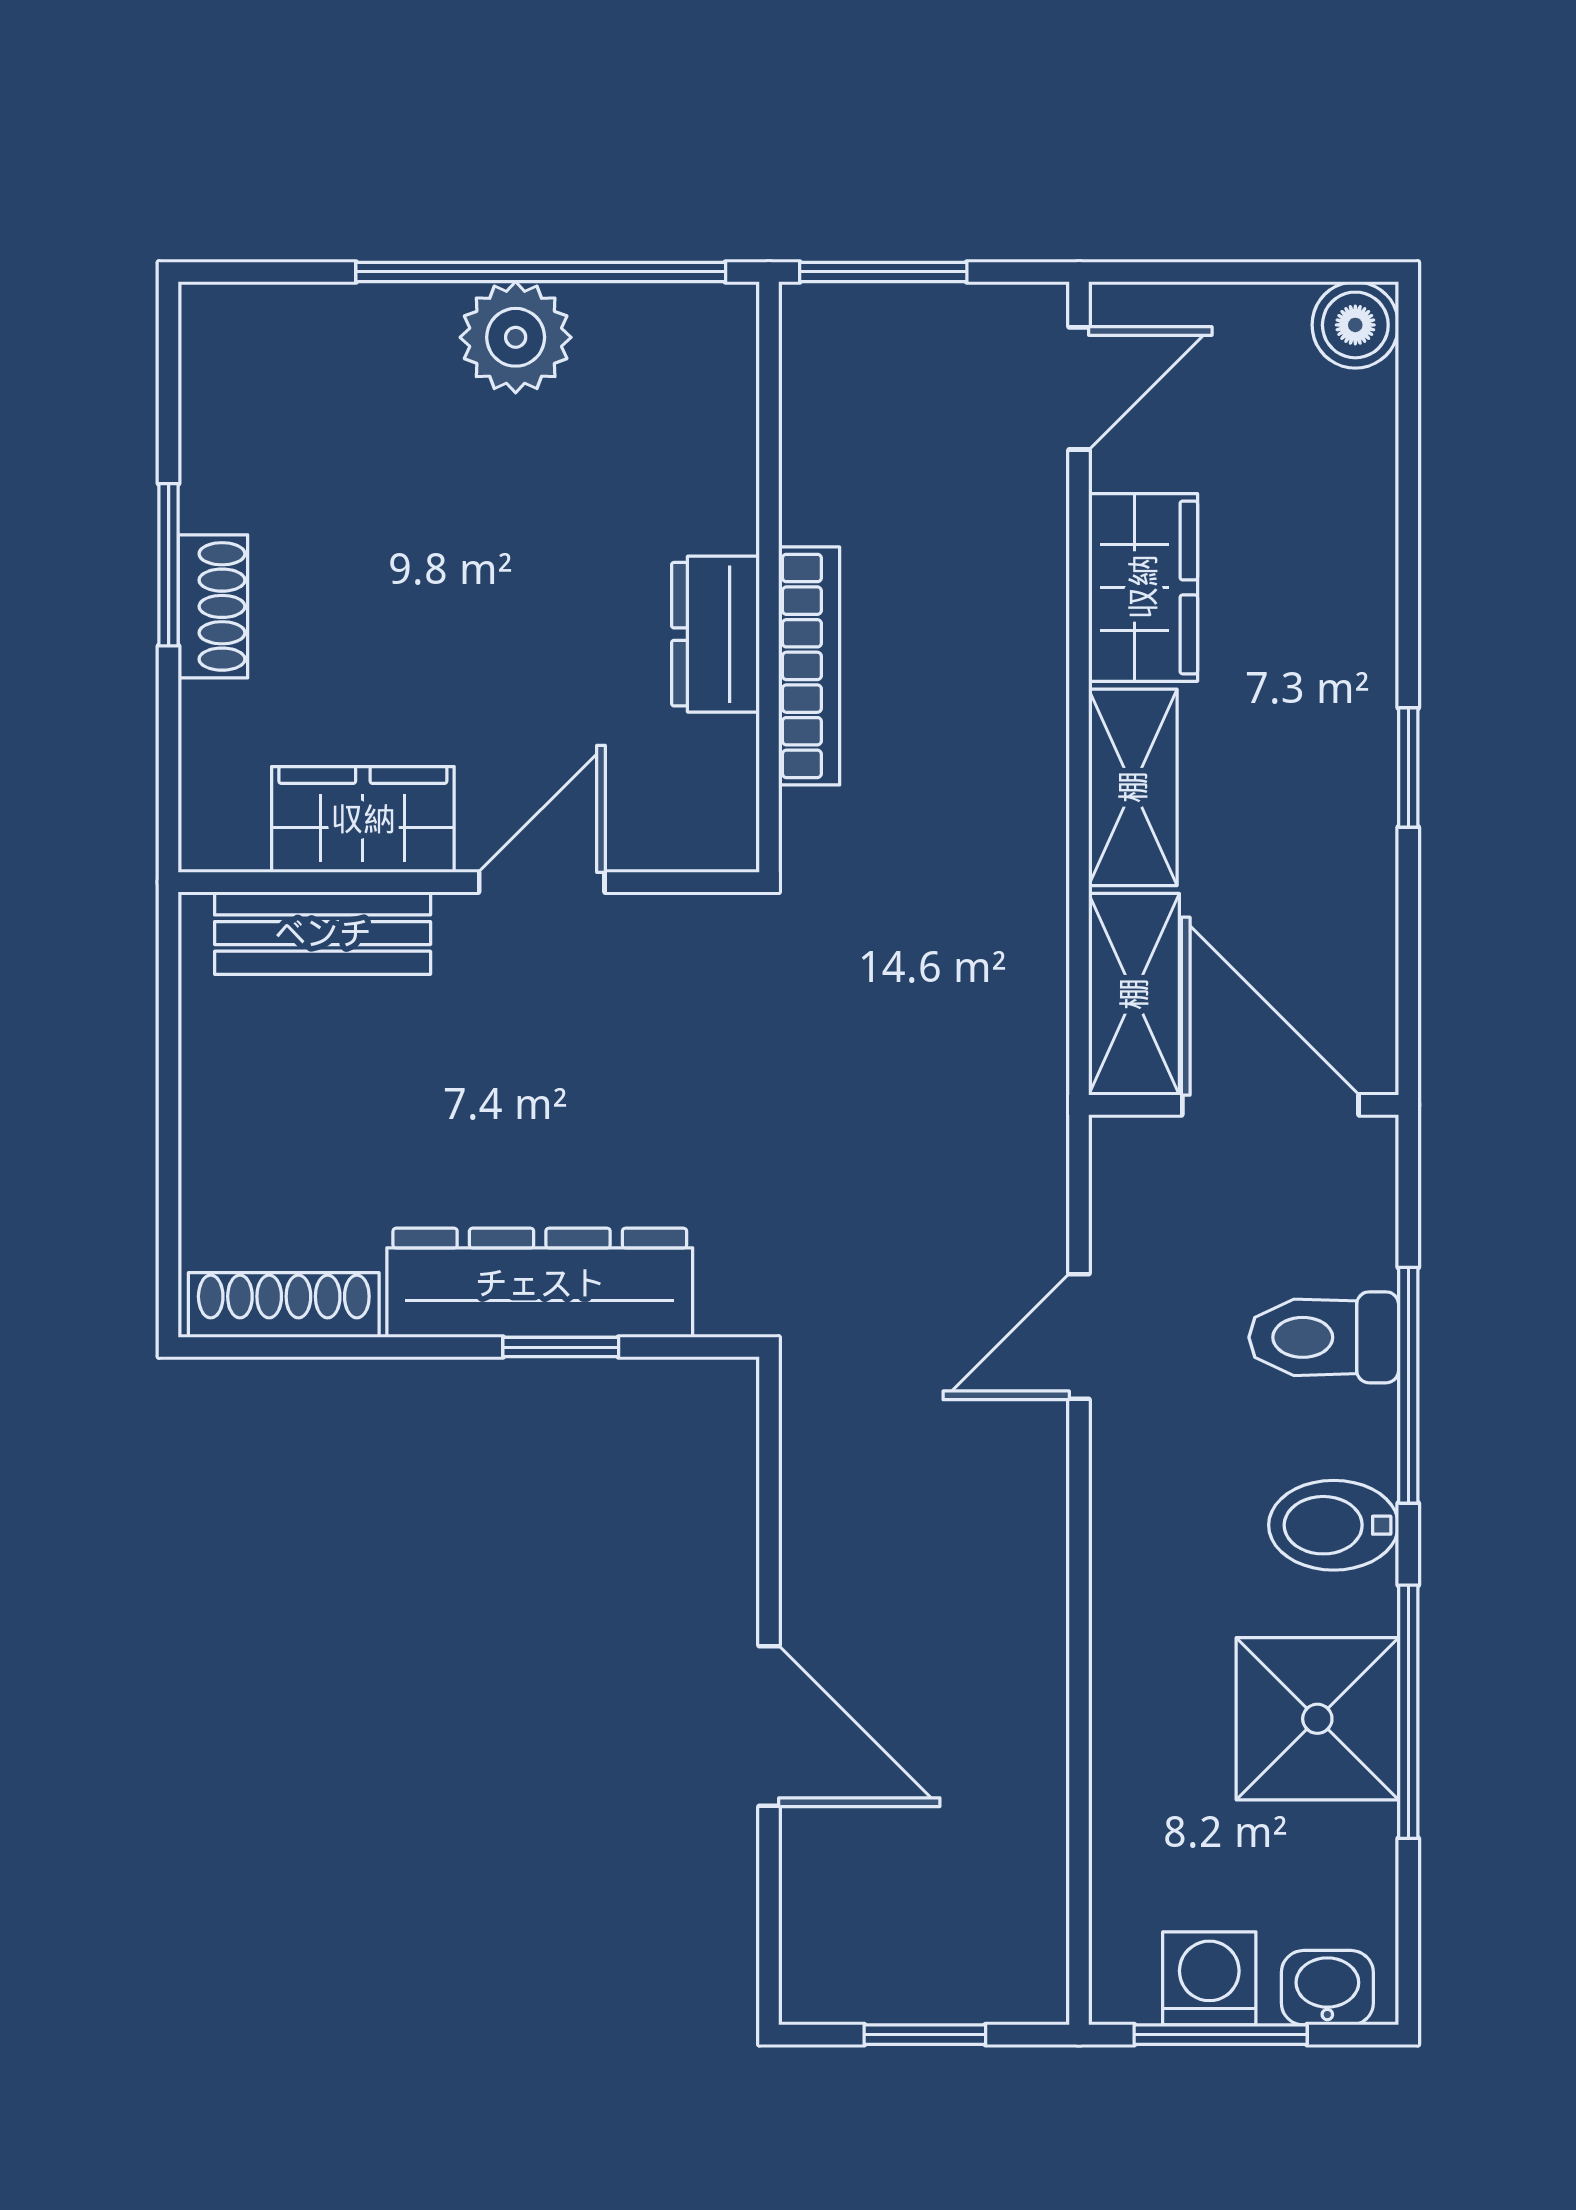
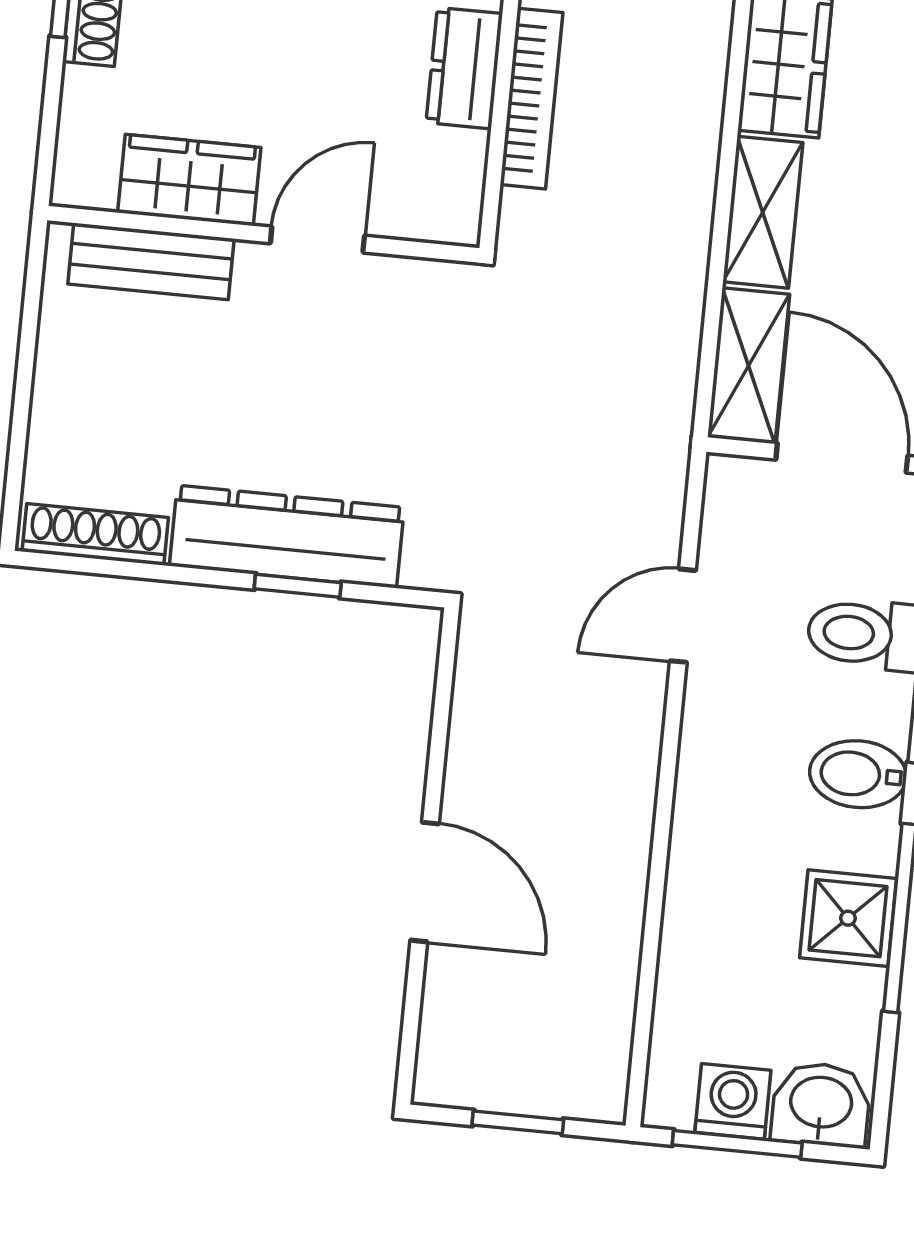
shower: (1317, 1719) -> (848, 918), width x0.73, depth x0.73
washbasin: (1327, 1988) -> (821, 1104), width x1.38, depth x1.45

